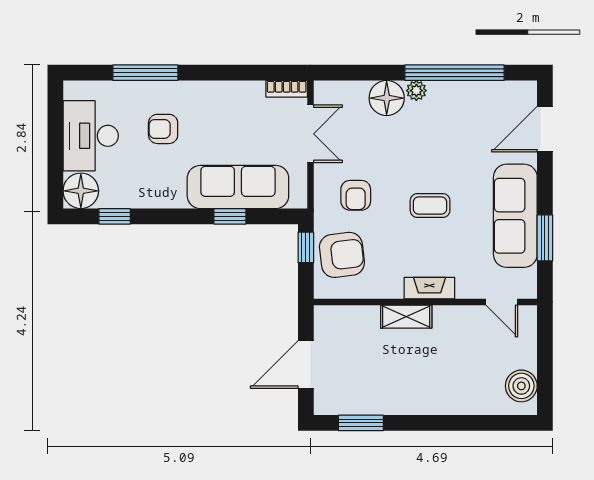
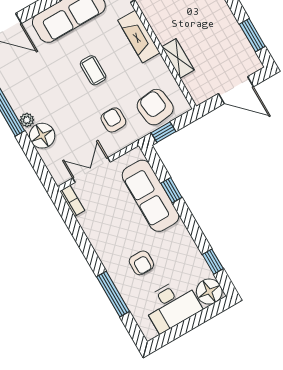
armchair: (356, 195) -> (113, 120), turned -90
fireplace: (429, 288) -> (139, 37), width x1.37, depth x1.32
shelving: (406, 317) -> (178, 58), moved

